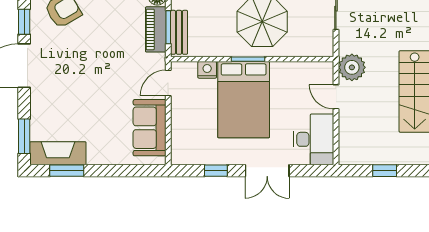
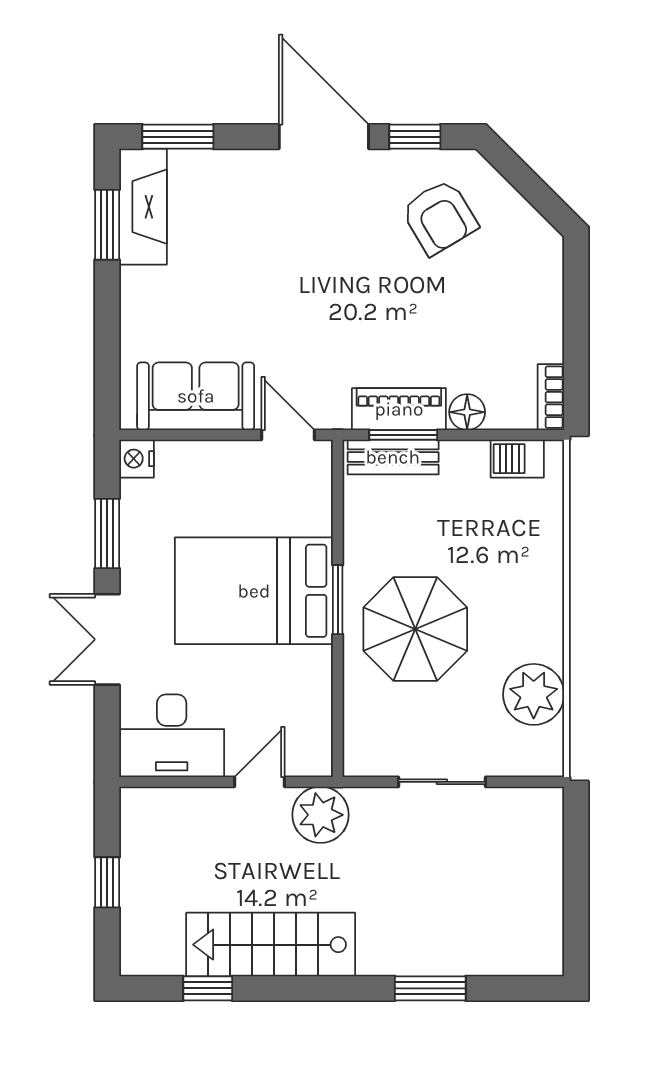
nightstand: (207, 70) -> (136, 459), moved, turned 180
window: (216, 171) -> (107, 533), width x1.50

